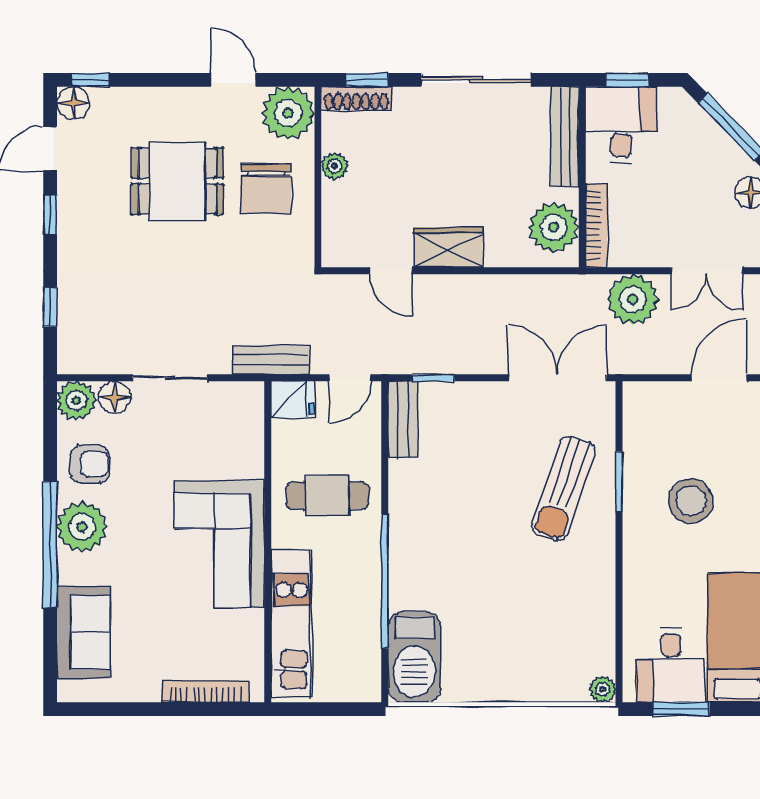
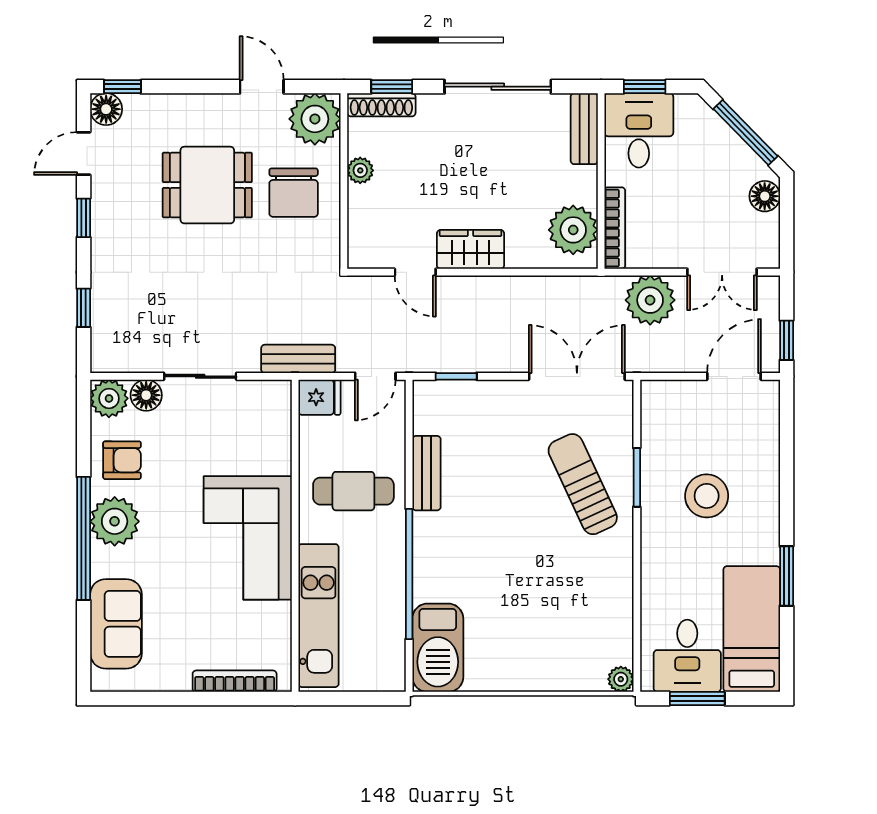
bench: (565, 136) -> (584, 129), width x0.73
bench: (403, 419) -> (426, 473), moved
sun lounger: (563, 489) -> (583, 484), turned 136

